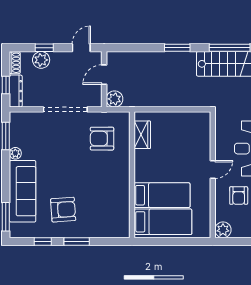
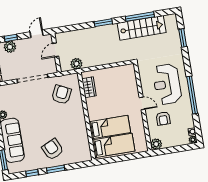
plant: (115, 99) -> (76, 64), moved
armchair: (102, 139) -> (61, 95), turned 116
door: (213, 170) -> (142, 103), hinge flipped
armchair: (63, 210) -> (53, 149), moved, turned -111

